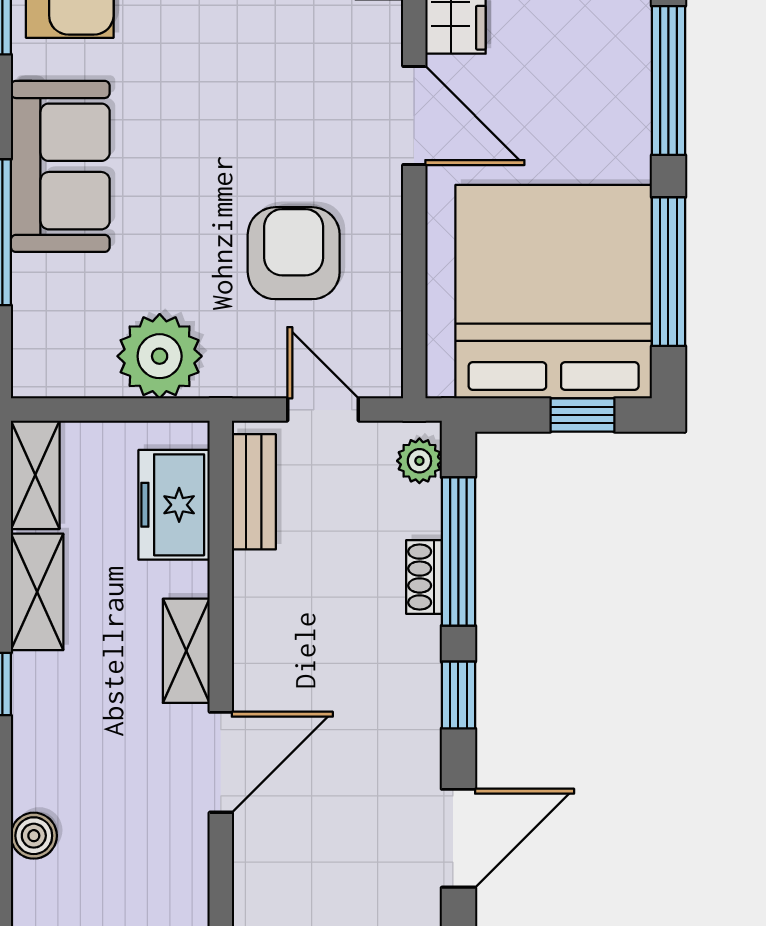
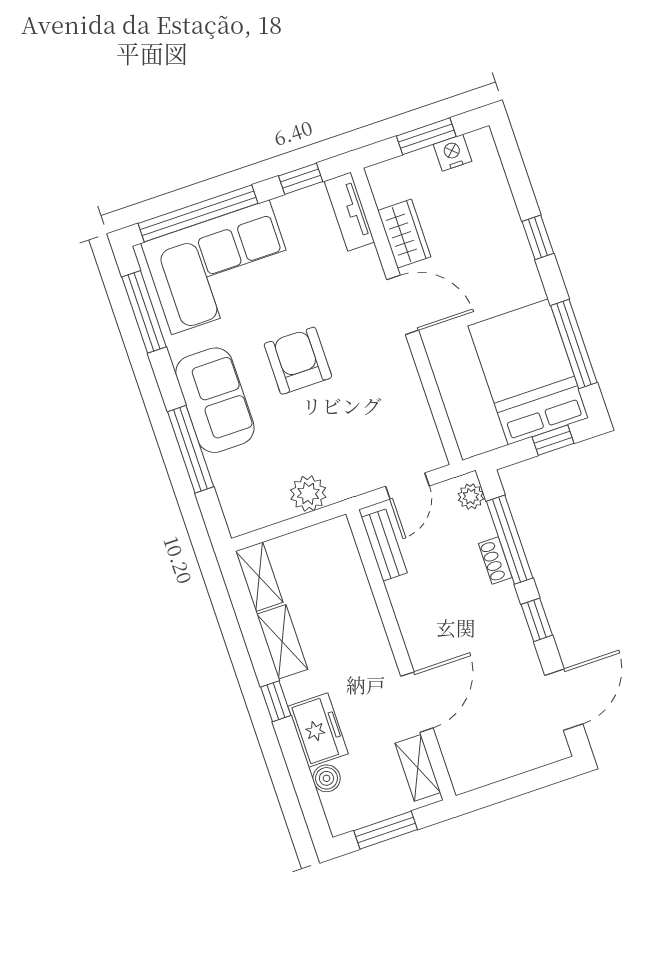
window: (668, 80) -> (538, 237), width x0.46
armchair: (294, 253) -> (298, 361), moved
bed: (554, 292) -> (528, 372), width x0.73
plant: (160, 356) -> (308, 493), width x0.73, depth x0.73
door: (323, 410) -> (407, 486), swing flipped
freezer: (174, 505) -> (318, 730), moved, turned 180
shelving: (186, 651) -> (418, 768), moved

